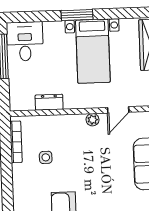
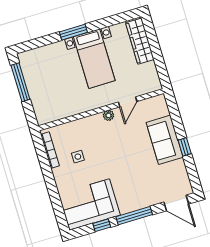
desk: (25, 41) -> (36, 65), removed
dresser: (49, 102) -> (69, 110), removed

